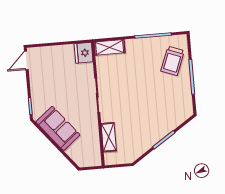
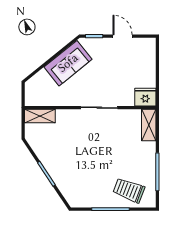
door: (26, 60) -> (123, 36), moved
shelving: (109, 137) -> (40, 116), moved

